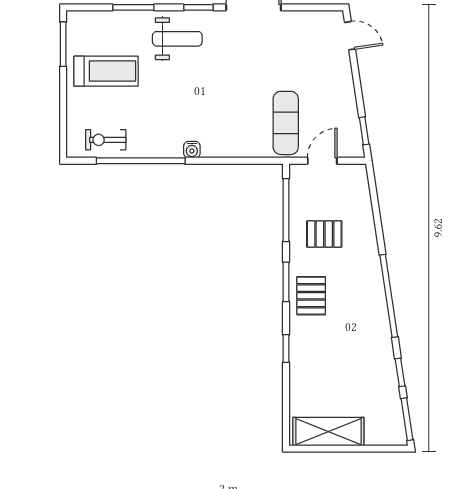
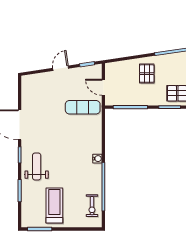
door: (350, 36) -> (61, 68), moved
pallet: (324, 234) -> (147, 74), moved

